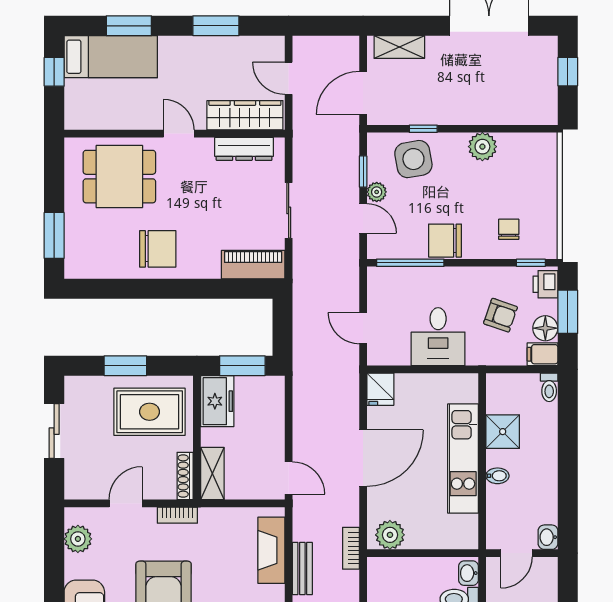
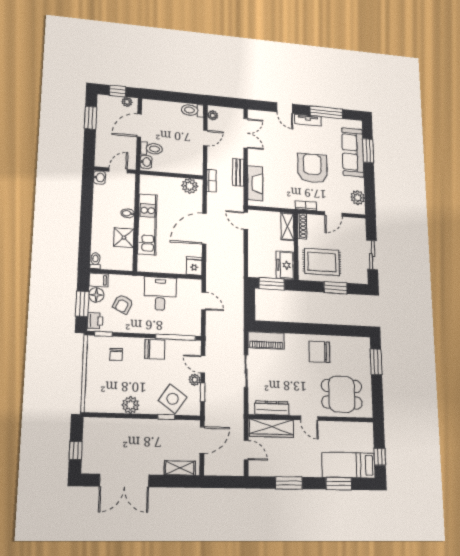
side table: (413, 159) -> (173, 399), turned 45
armchair: (501, 315) -> (123, 304), turned -84

